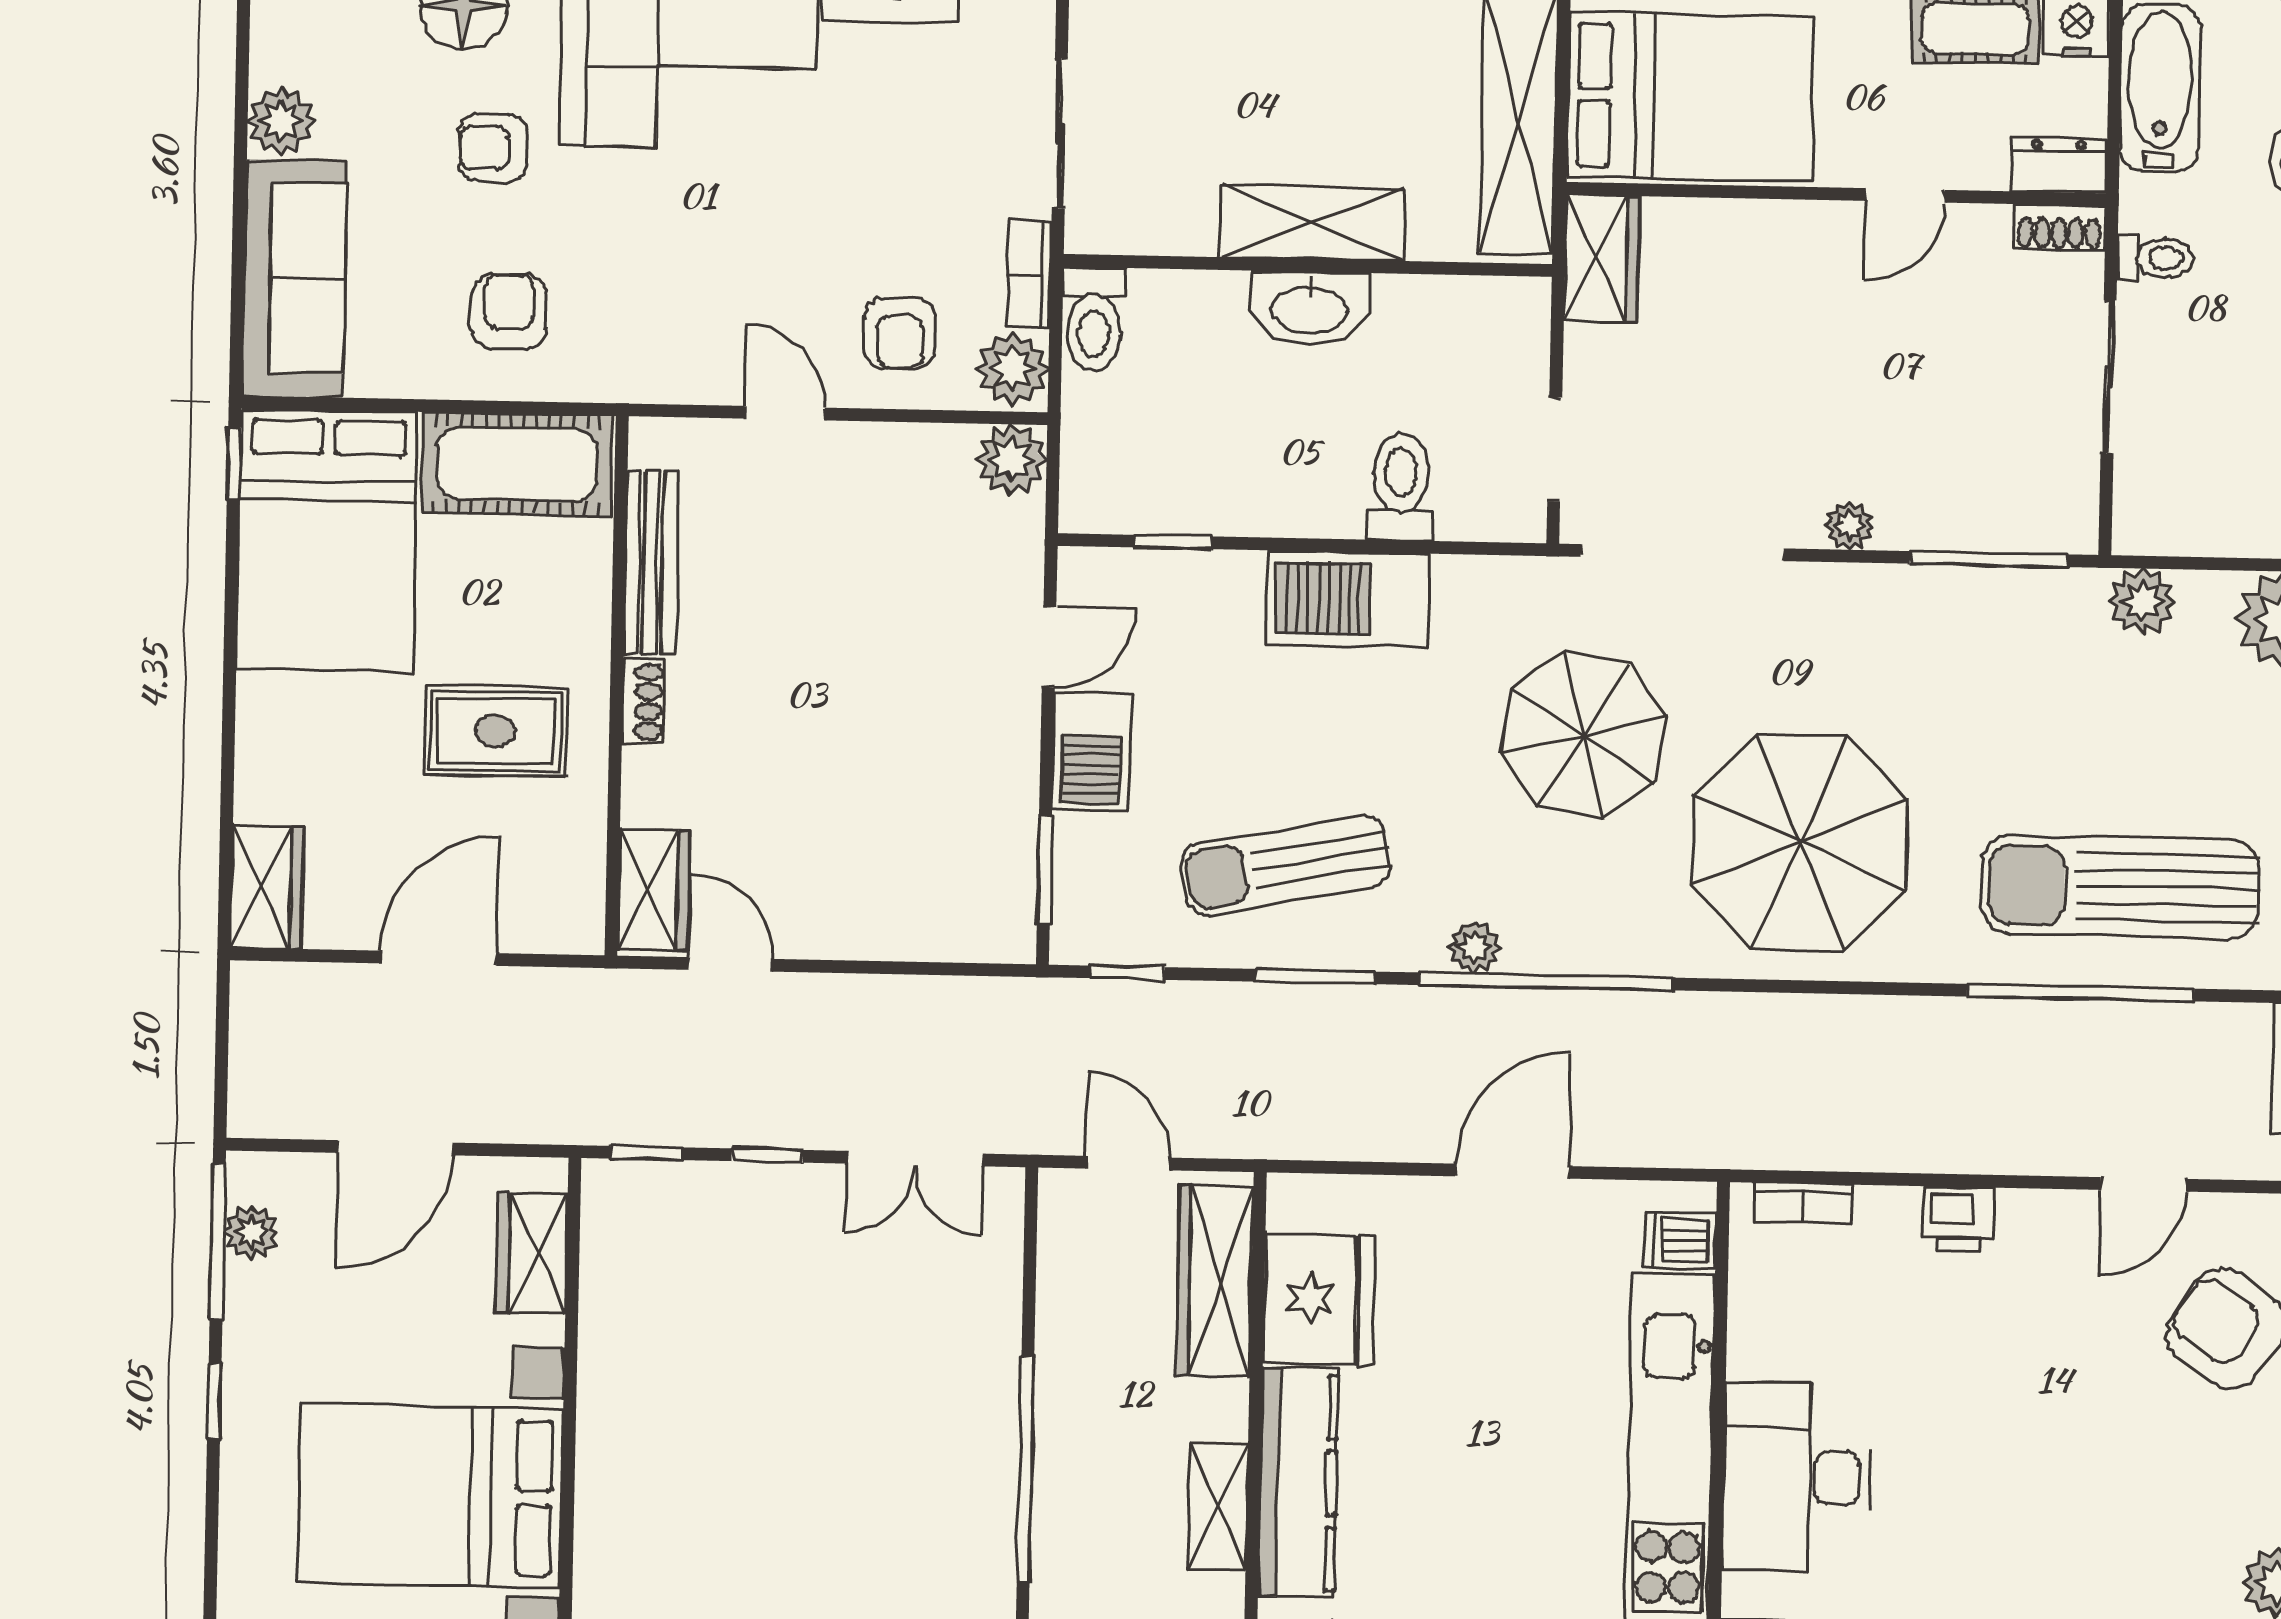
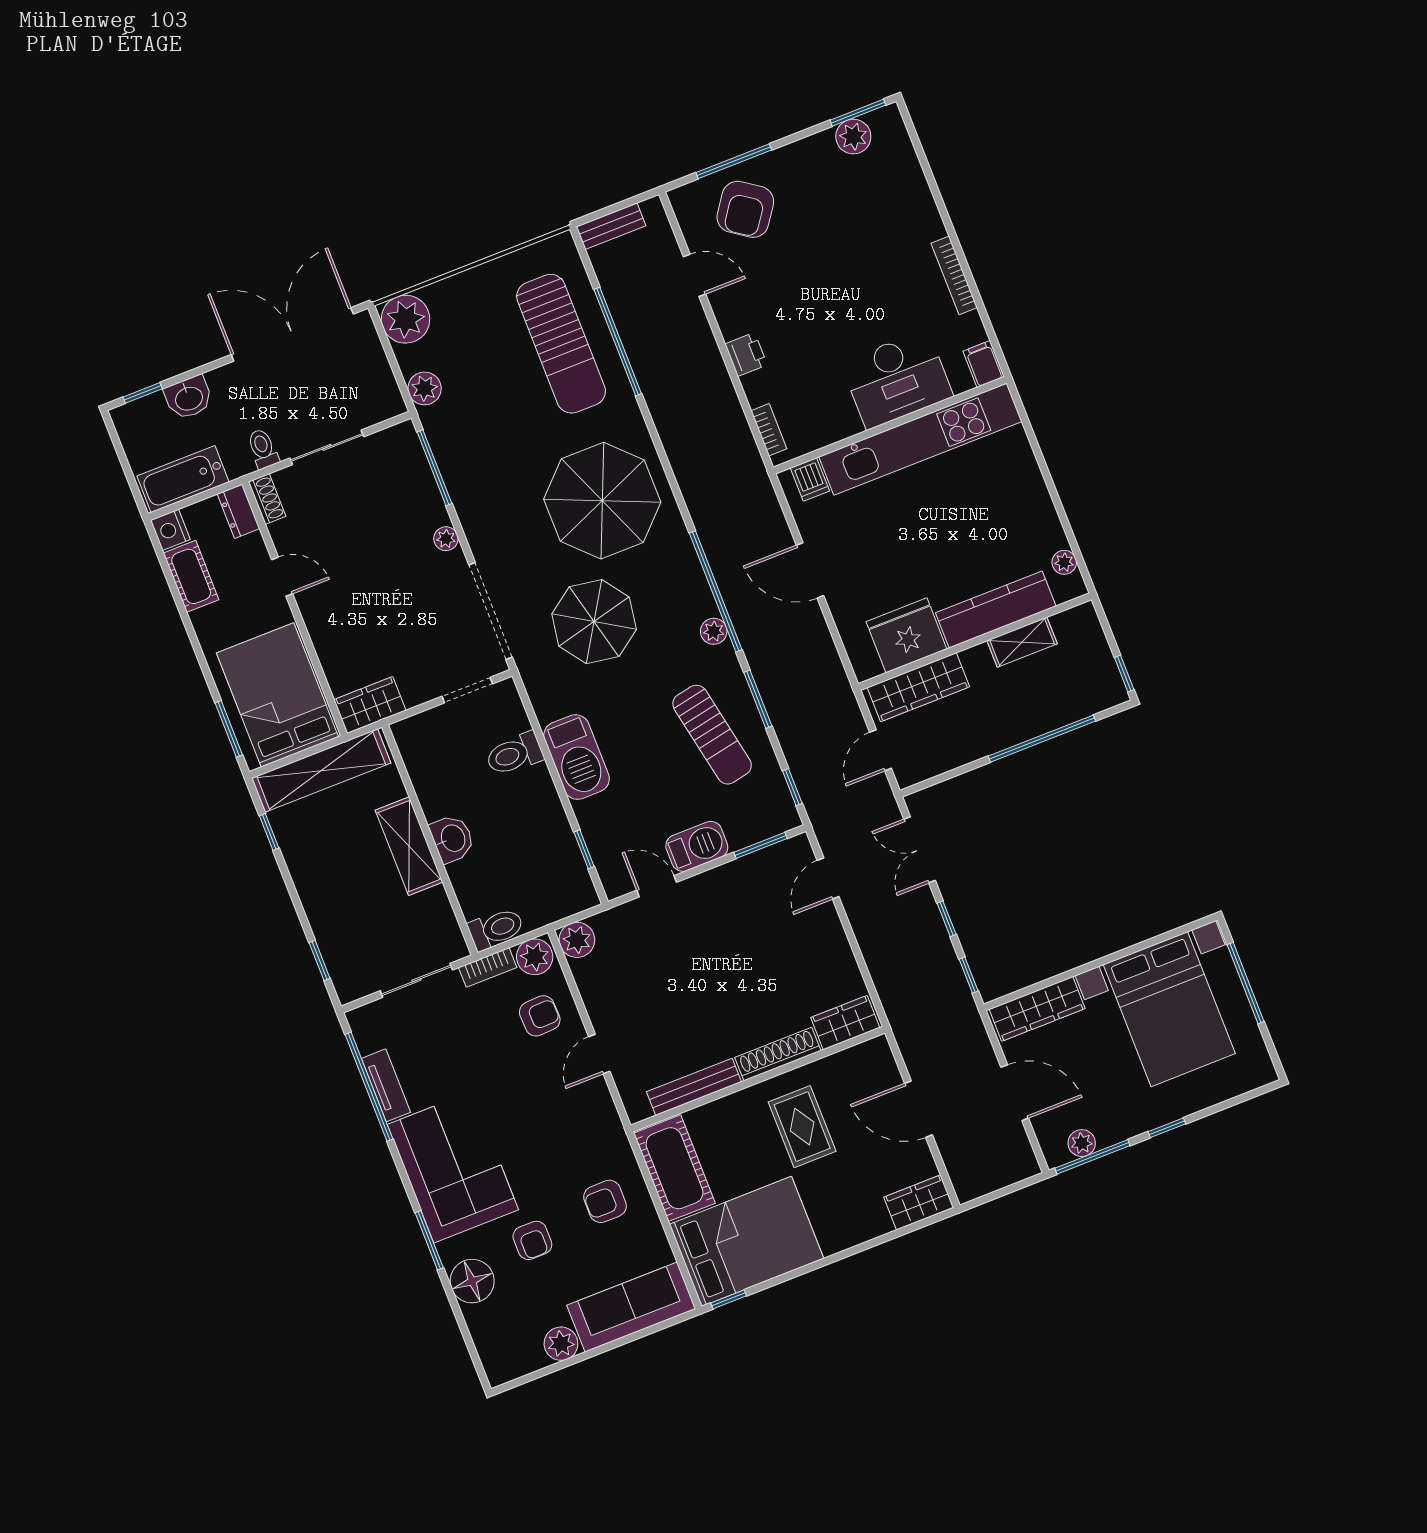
washbasin: (1310, 308) -> (452, 839), width x0.72
shoe rack: (643, 702) -> (778, 1054), width x1.94, depth x1.24
door: (730, 964) -> (828, 878), moved
double door: (915, 1159) -> (920, 850), swing flipped
wardrobe: (532, 1253) -> (1037, 1009), width x1.50

